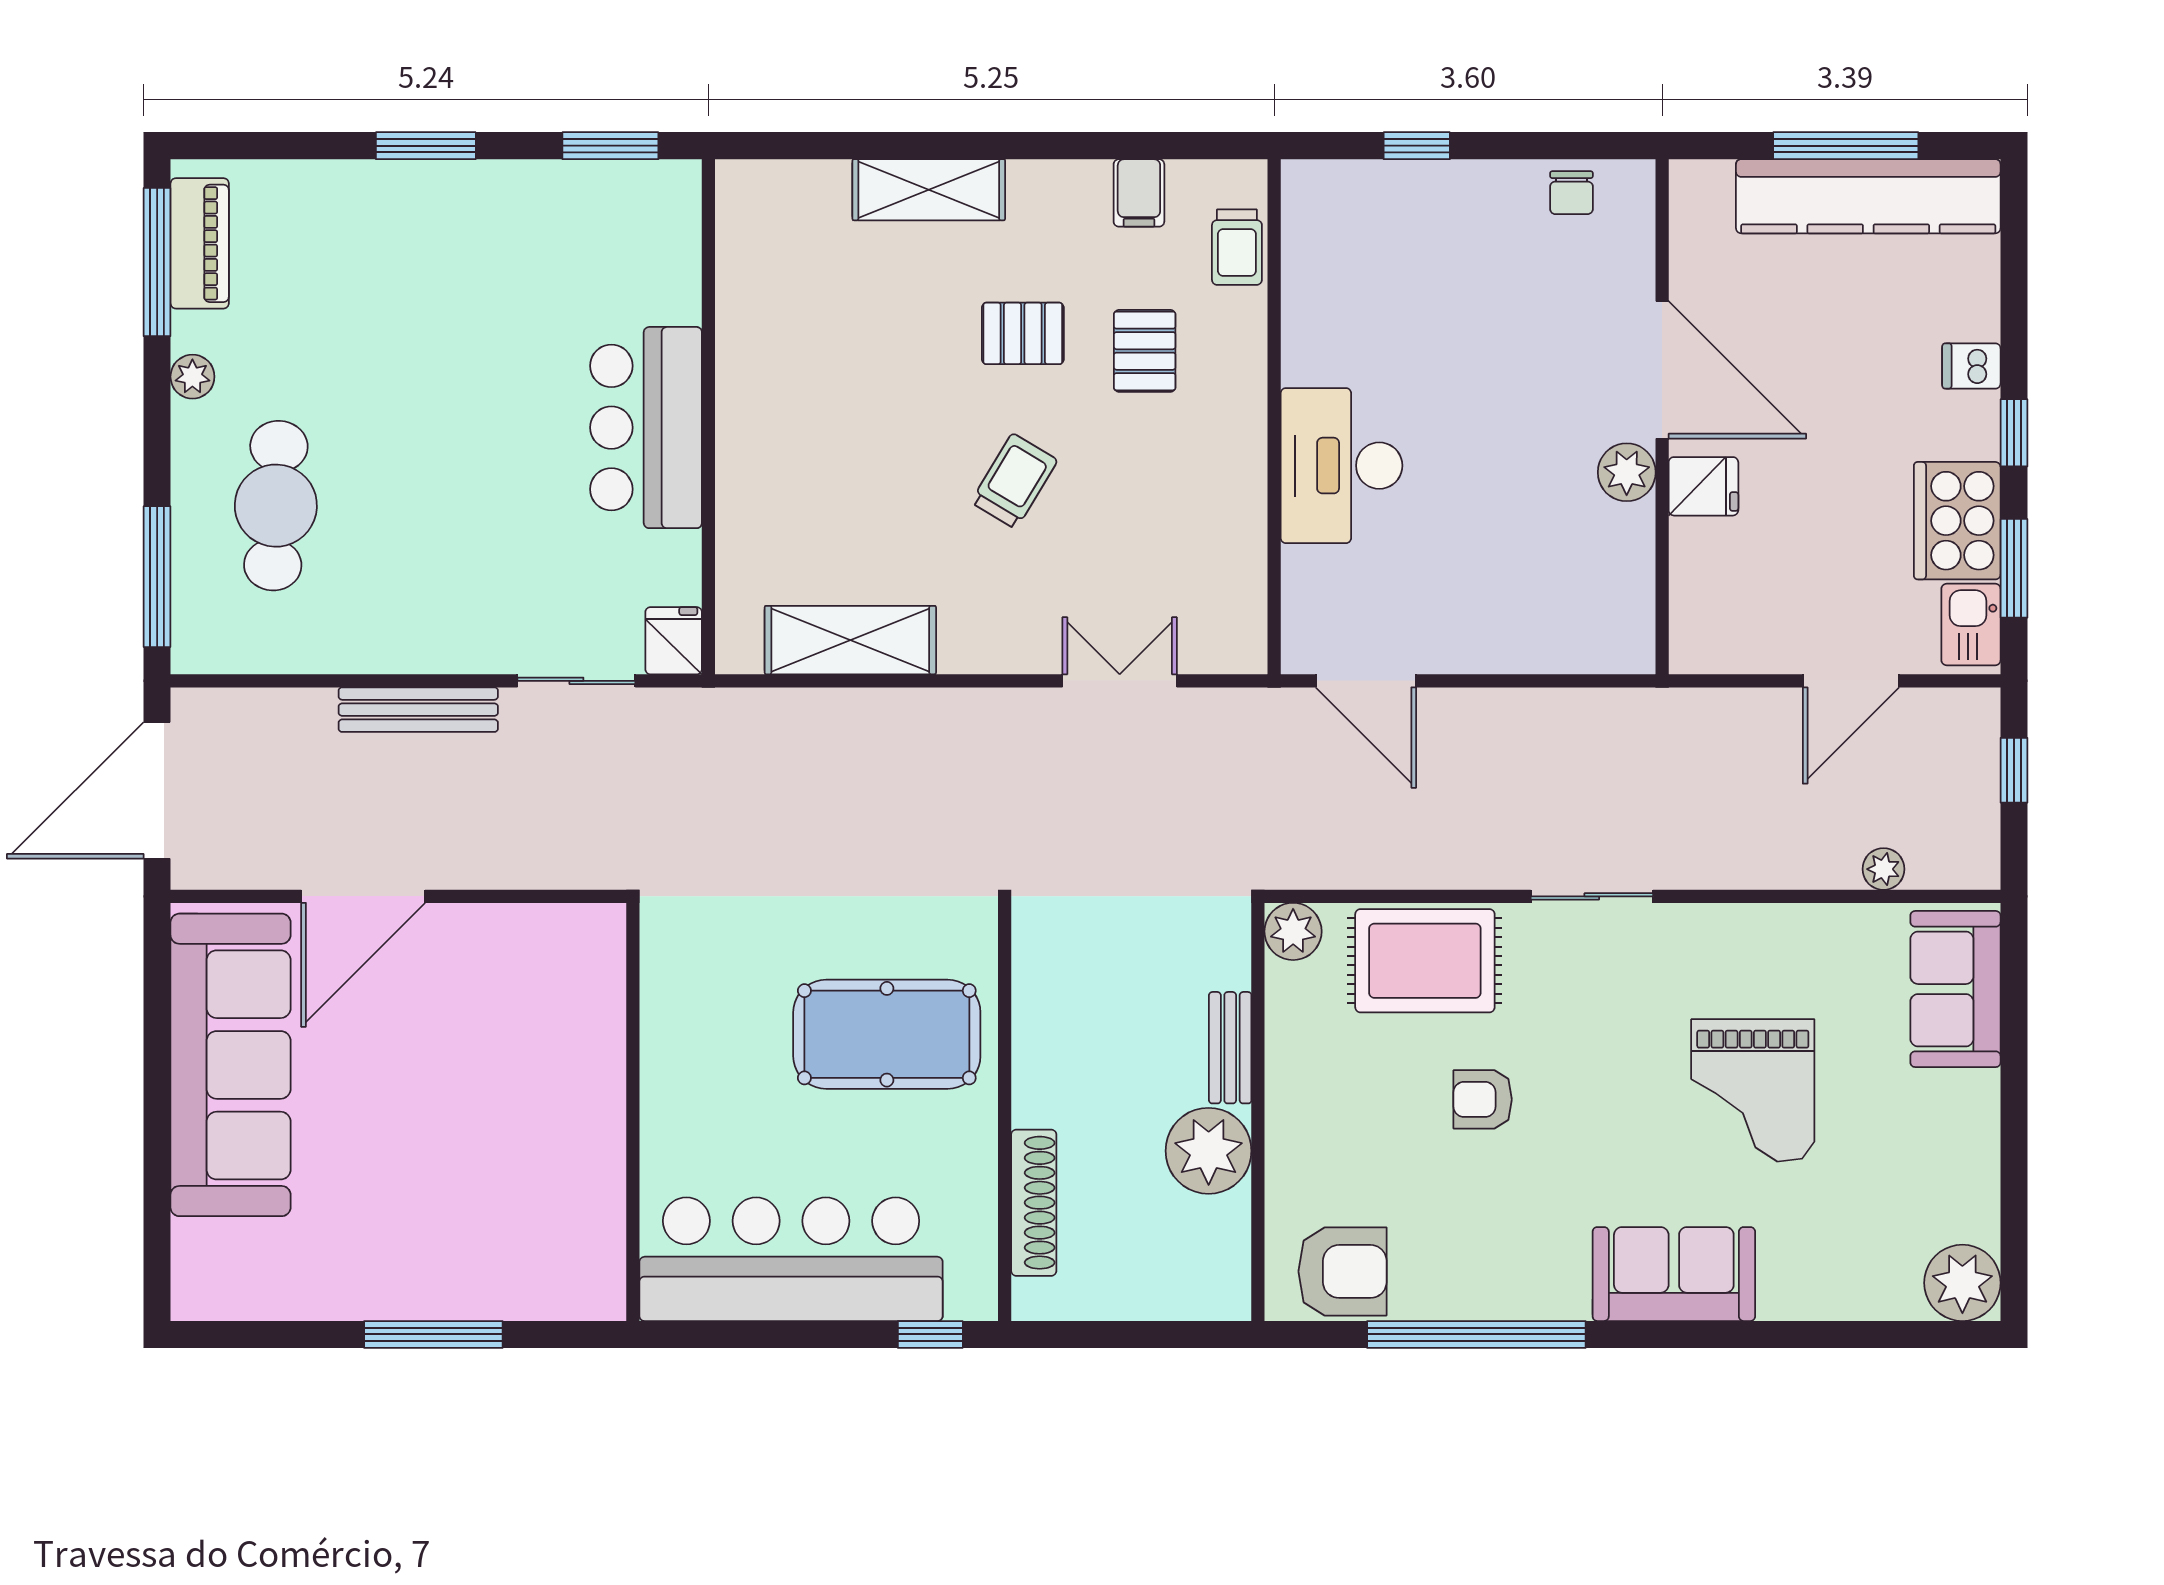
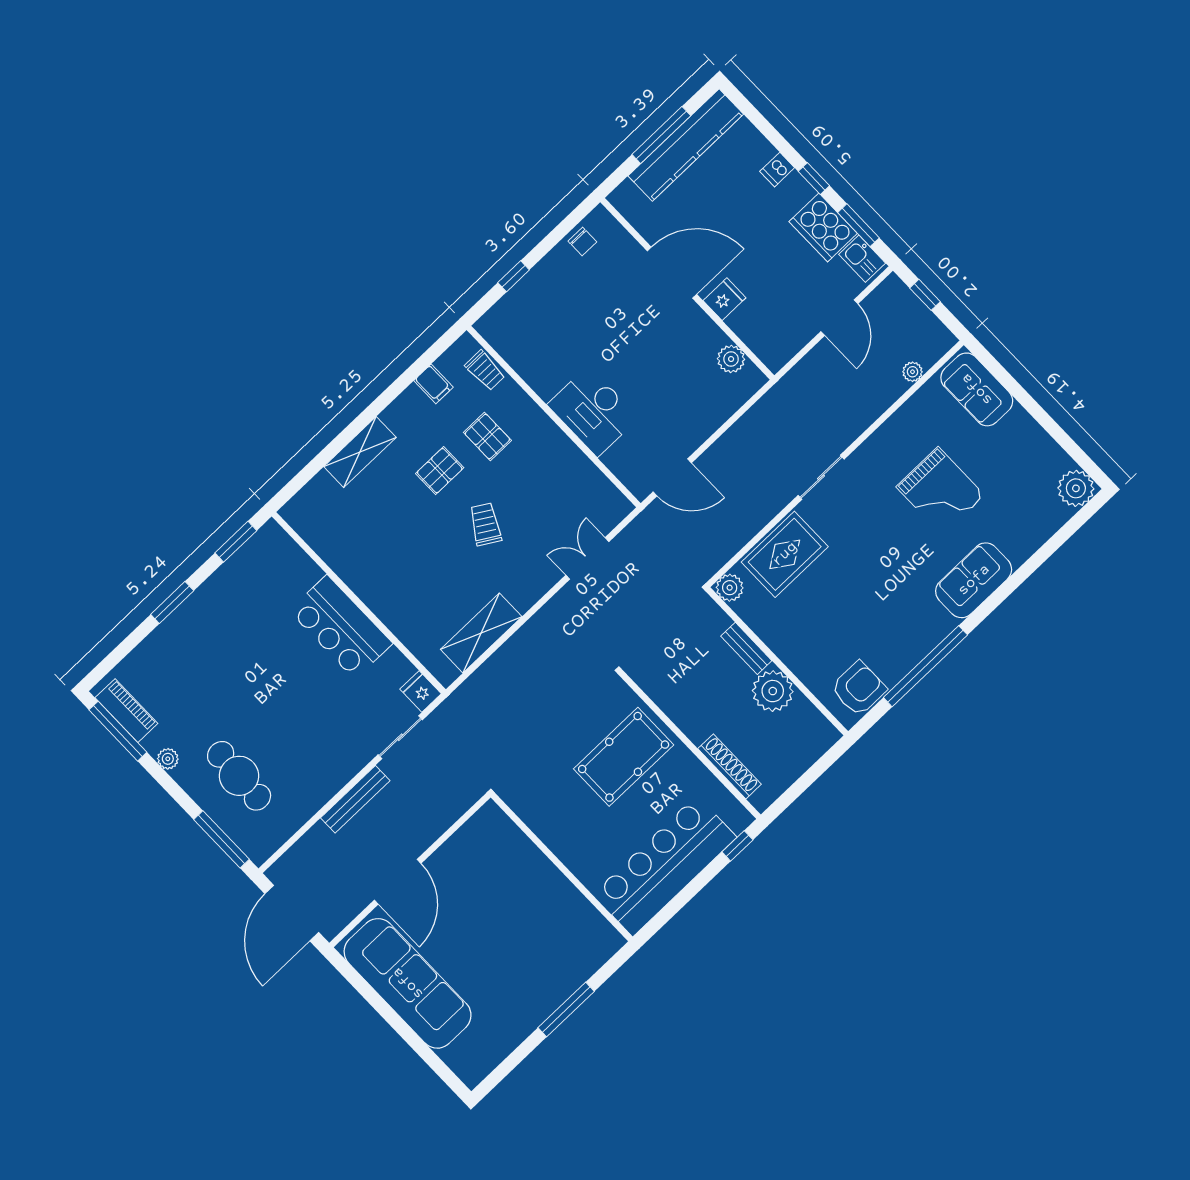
plant: (1627, 472) -> (731, 359), moved
armchair: (1483, 1099) -> (850, 583), removed

